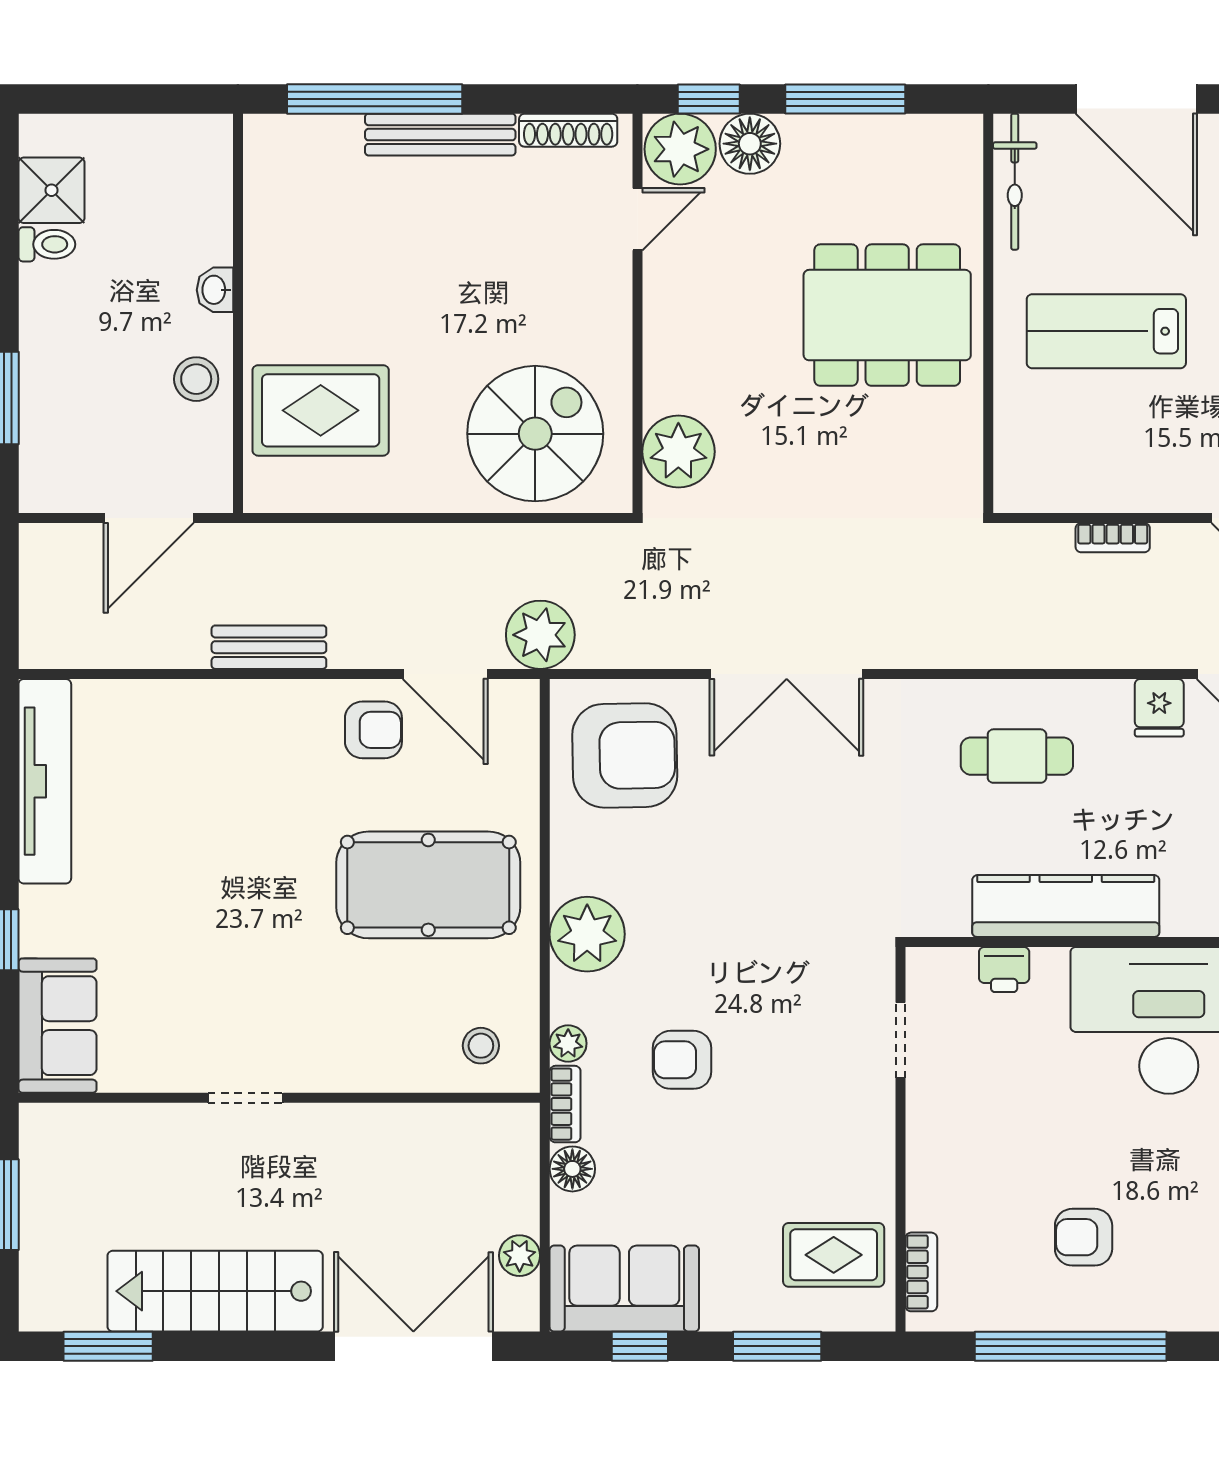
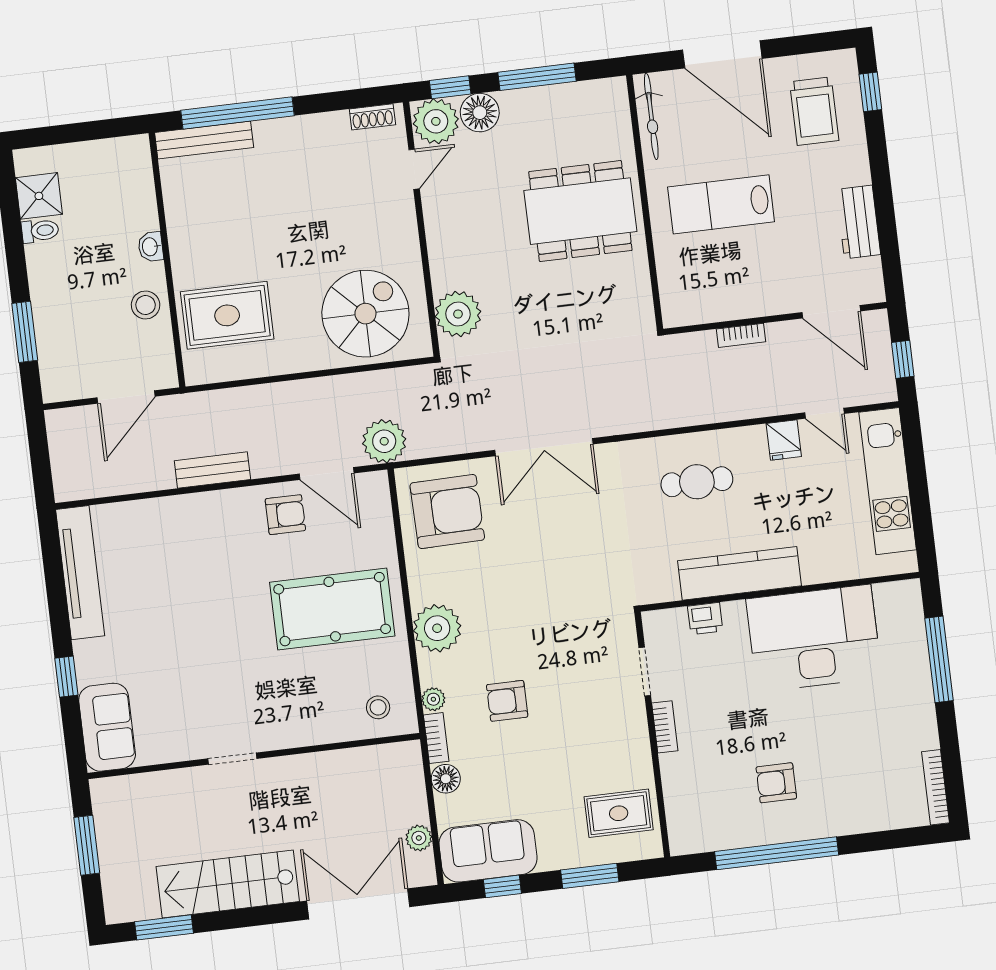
shoe rack: (568, 130) -> (372, 117), width x0.70
bench: (440, 135) -> (204, 140), moved
bookcase: (921, 1272) -> (665, 727), moved

